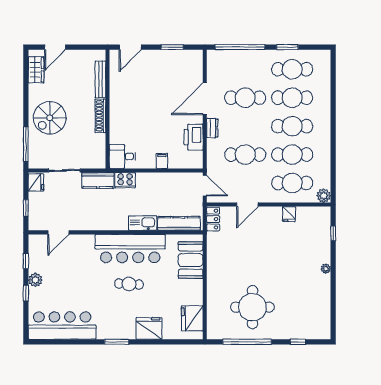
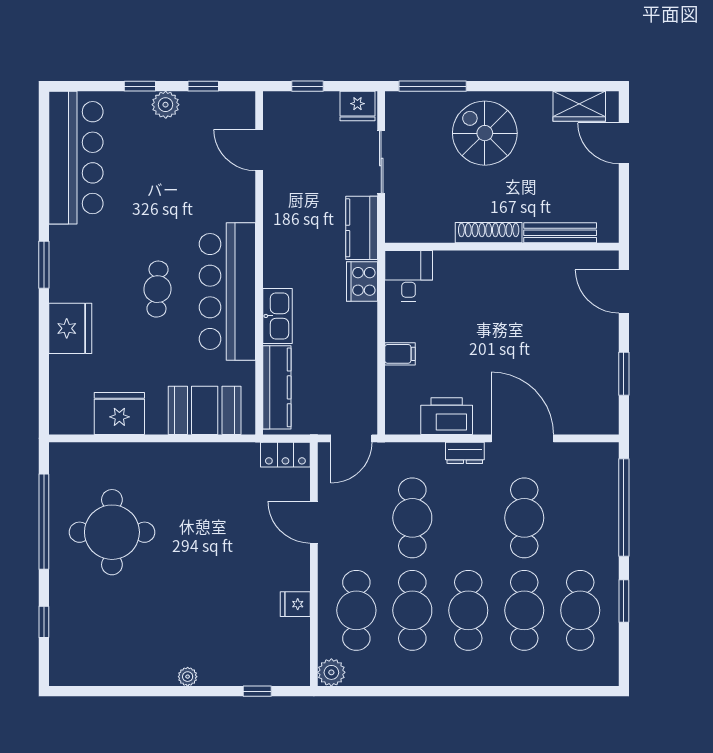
fridge: (192, 318) -> (119, 414), moved

